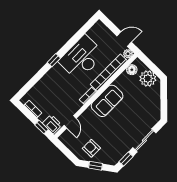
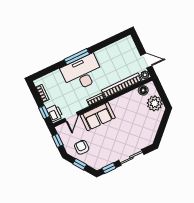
desk: (82, 58) -> (82, 73), moved
window: (54, 60) -> (77, 57), width x2.17
sofa: (107, 101) -> (98, 116), moved
window: (65, 150) -> (58, 141), added

